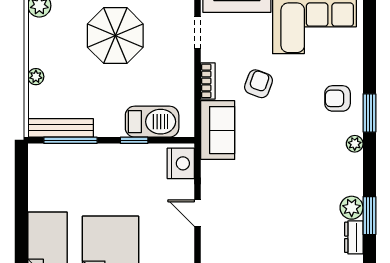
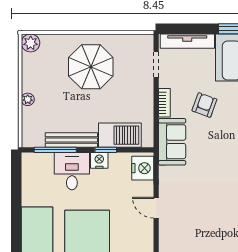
bench: (61, 128) -> (71, 140), moved
nightstand: (126, 154) -> (99, 160), added
desk: (91, 167) -> (72, 171), added

